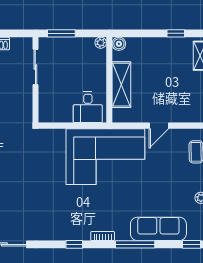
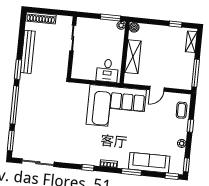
window: (61, 33) -> (110, 18), moved
window: (135, 244) -> (131, 172), width x0.69

